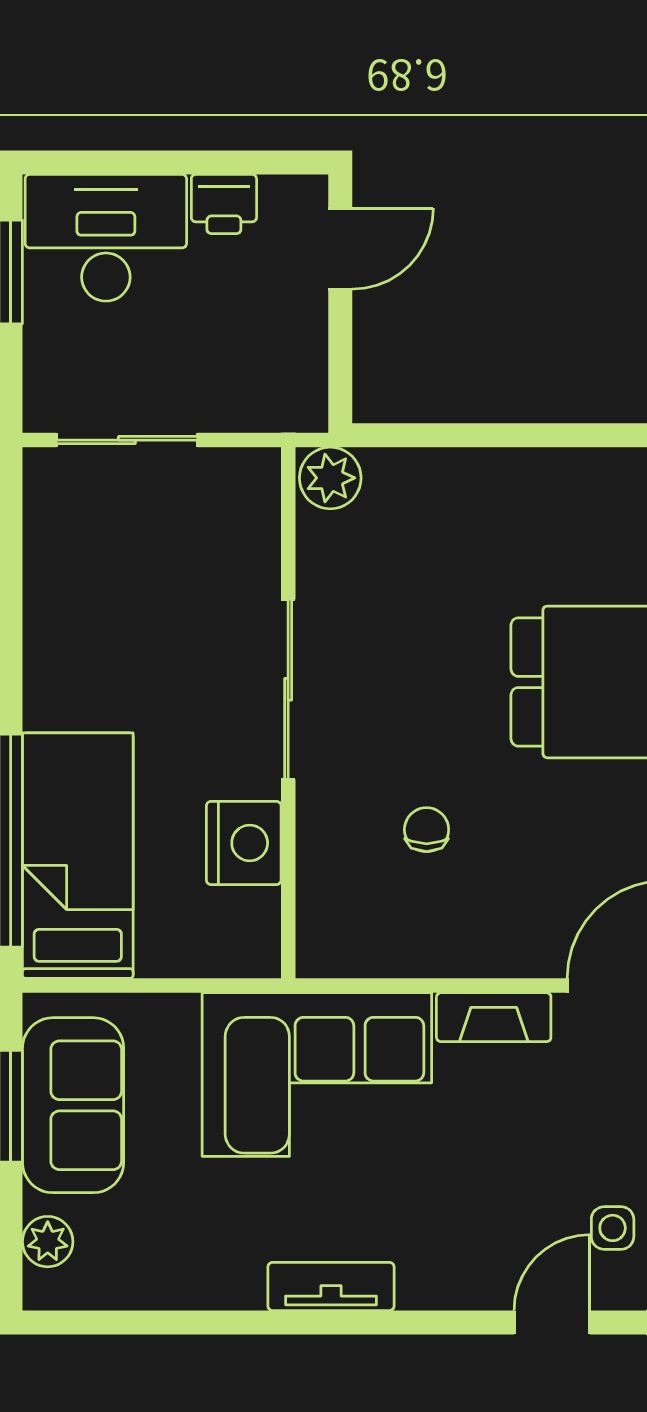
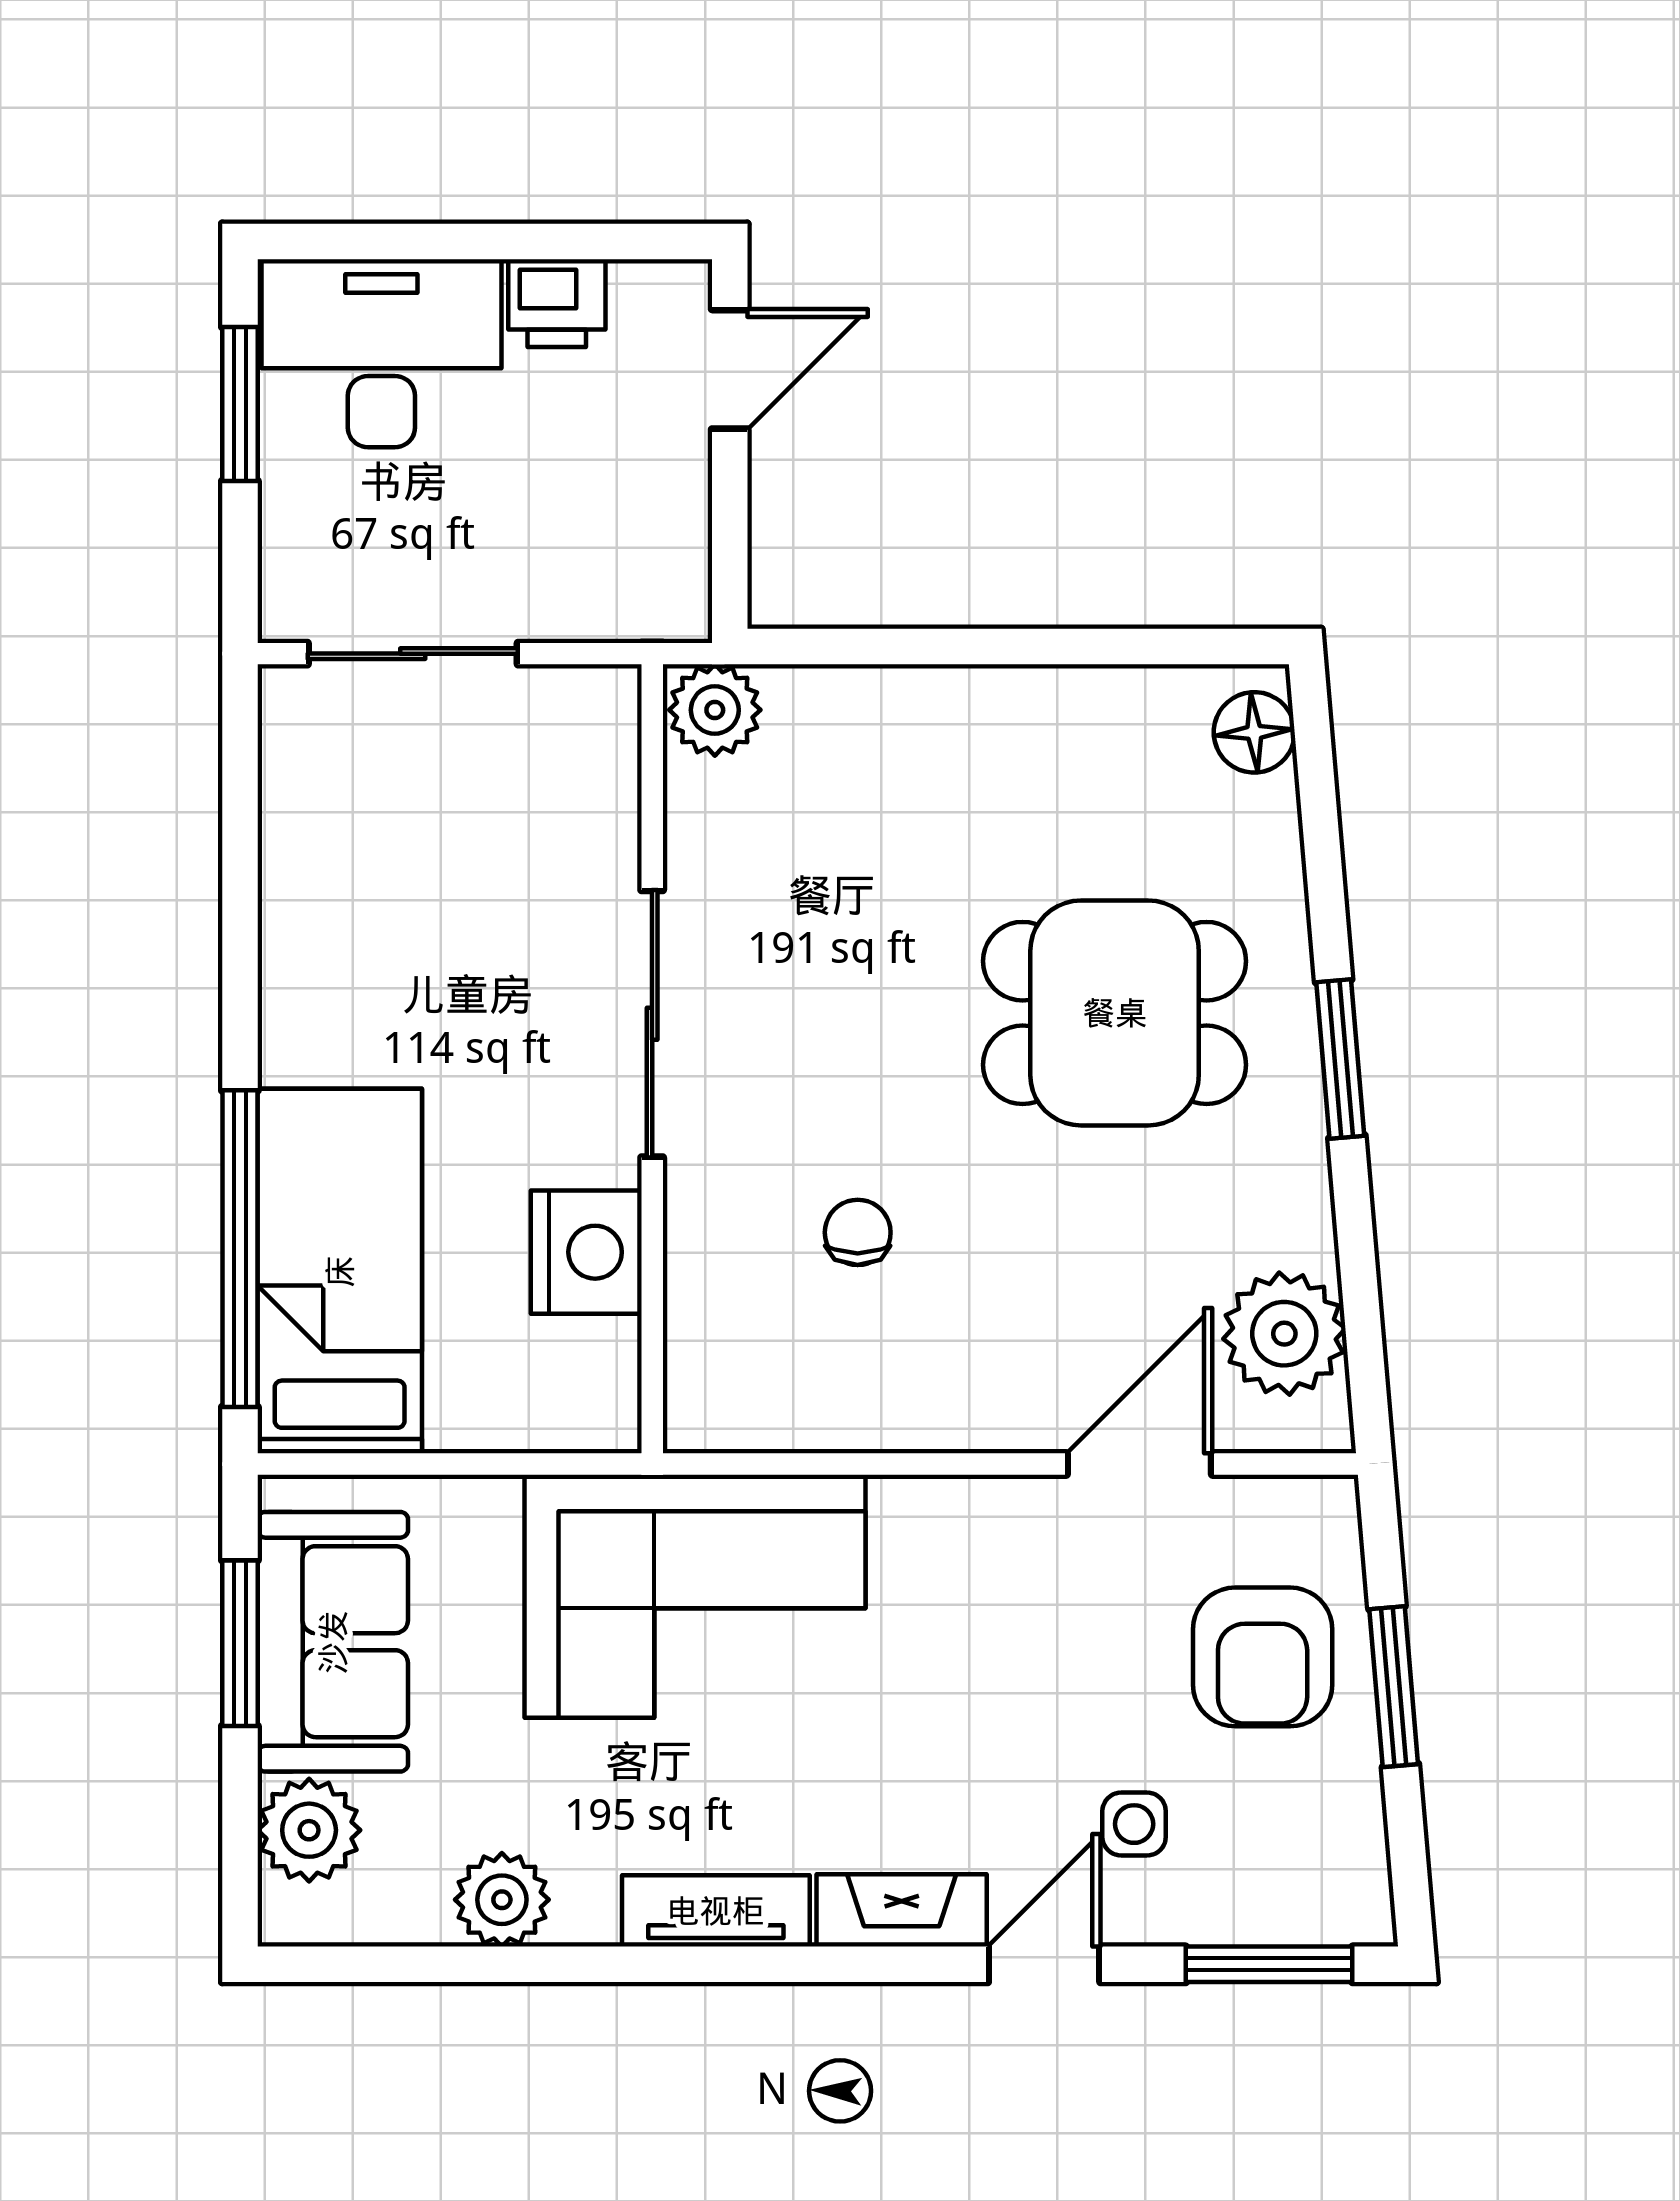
fireplace: (494, 1017) -> (902, 1910), moved, turned 180
plant: (48, 1242) -> (309, 1830), width x1.38, depth x1.38
plant: (187, 1279) -> (502, 1900), added

